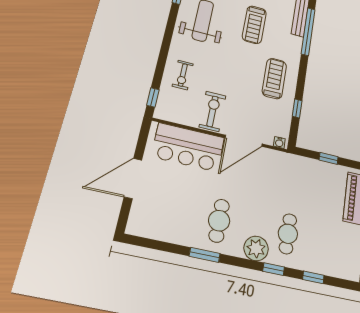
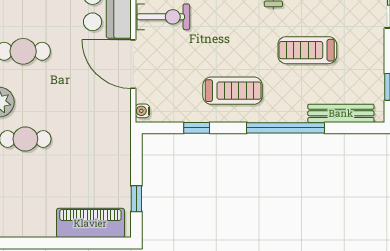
window: (308, 31) -> (286, 128), moved
window: (329, 158) -> (136, 199), moved

